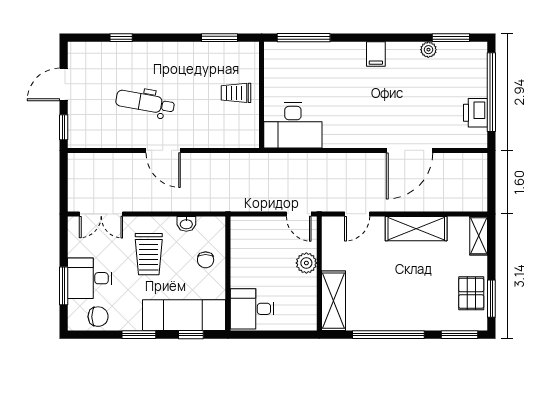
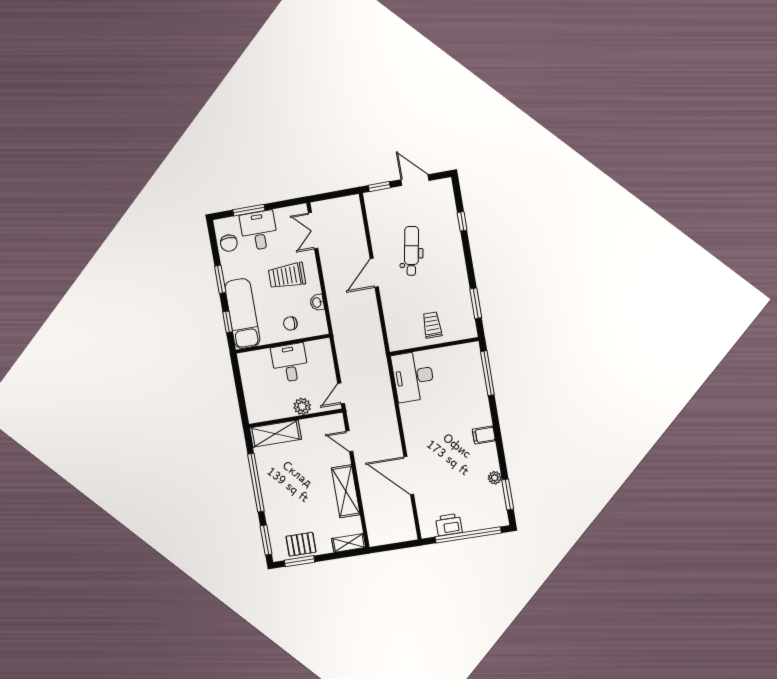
desk: (252, 309) -> (290, 363), moved

